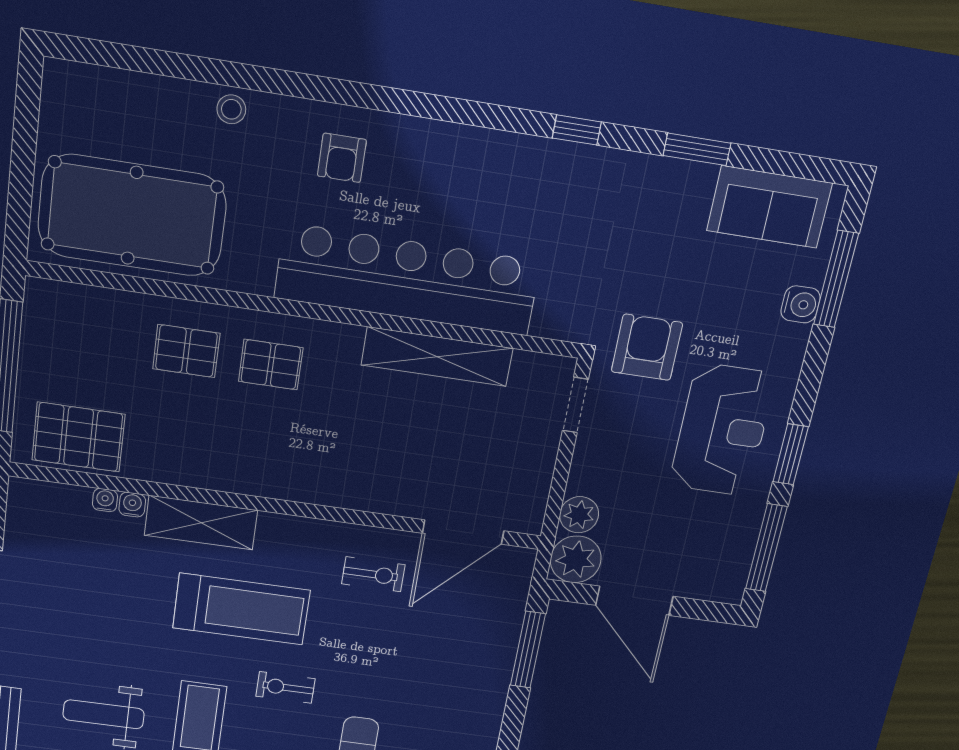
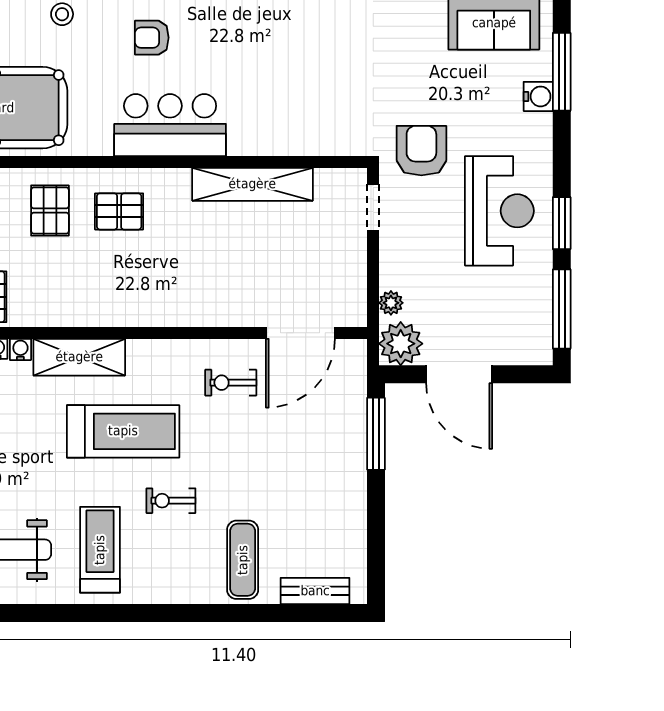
armchair: (342, 158) -> (152, 38), turned 90
bar counter: (407, 280) -> (170, 125), width x0.54
pallet: (186, 351) -> (50, 211), turned 90
plant: (579, 515) -> (391, 303), width x0.73, depth x0.73
exercise bike: (373, 574) -> (231, 383), turned 180

